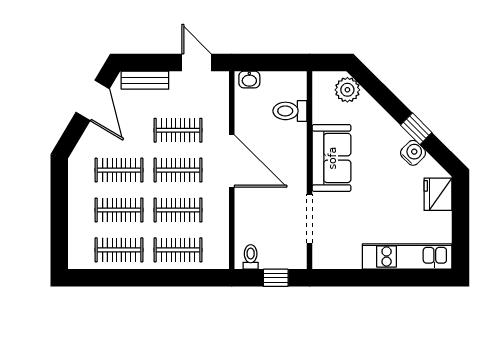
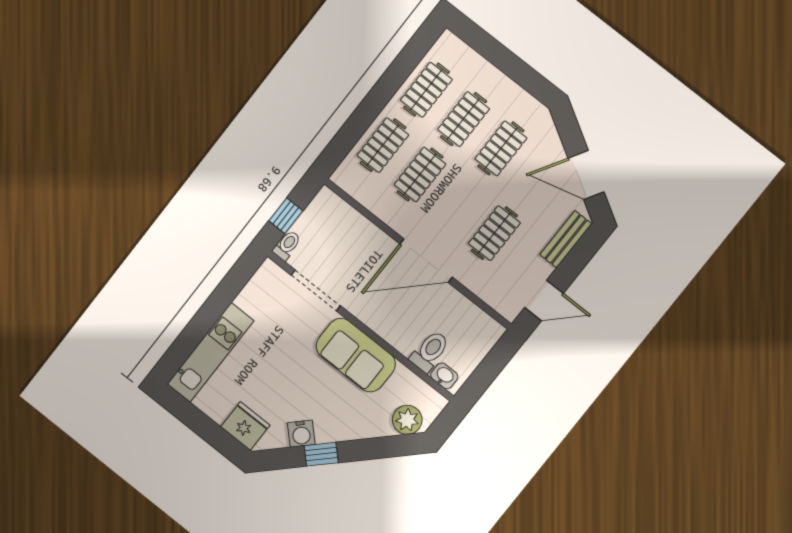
washbasin: (249, 79) -> (444, 376), moved, turned 90
clothes rail: (178, 170) -> (457, 204), removed
toilet: (251, 257) -> (287, 245), moved, turned -90

